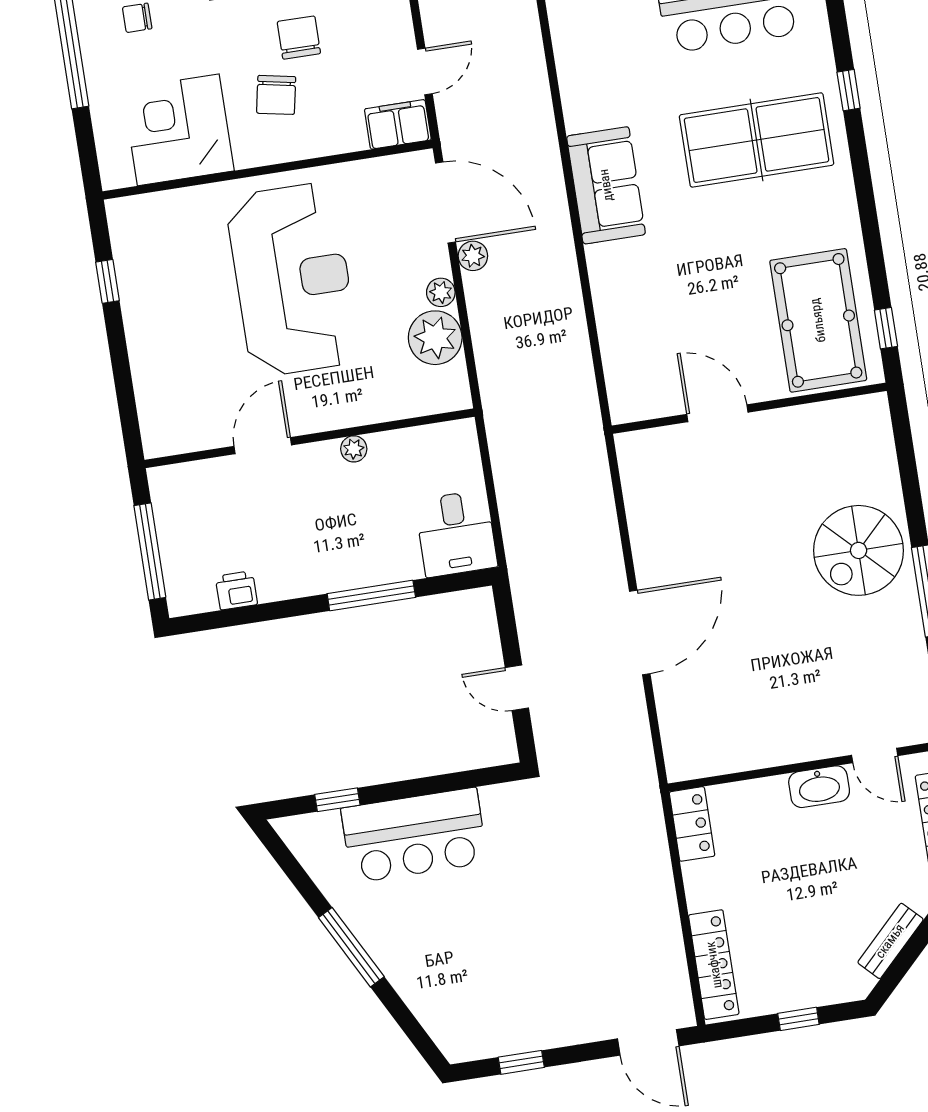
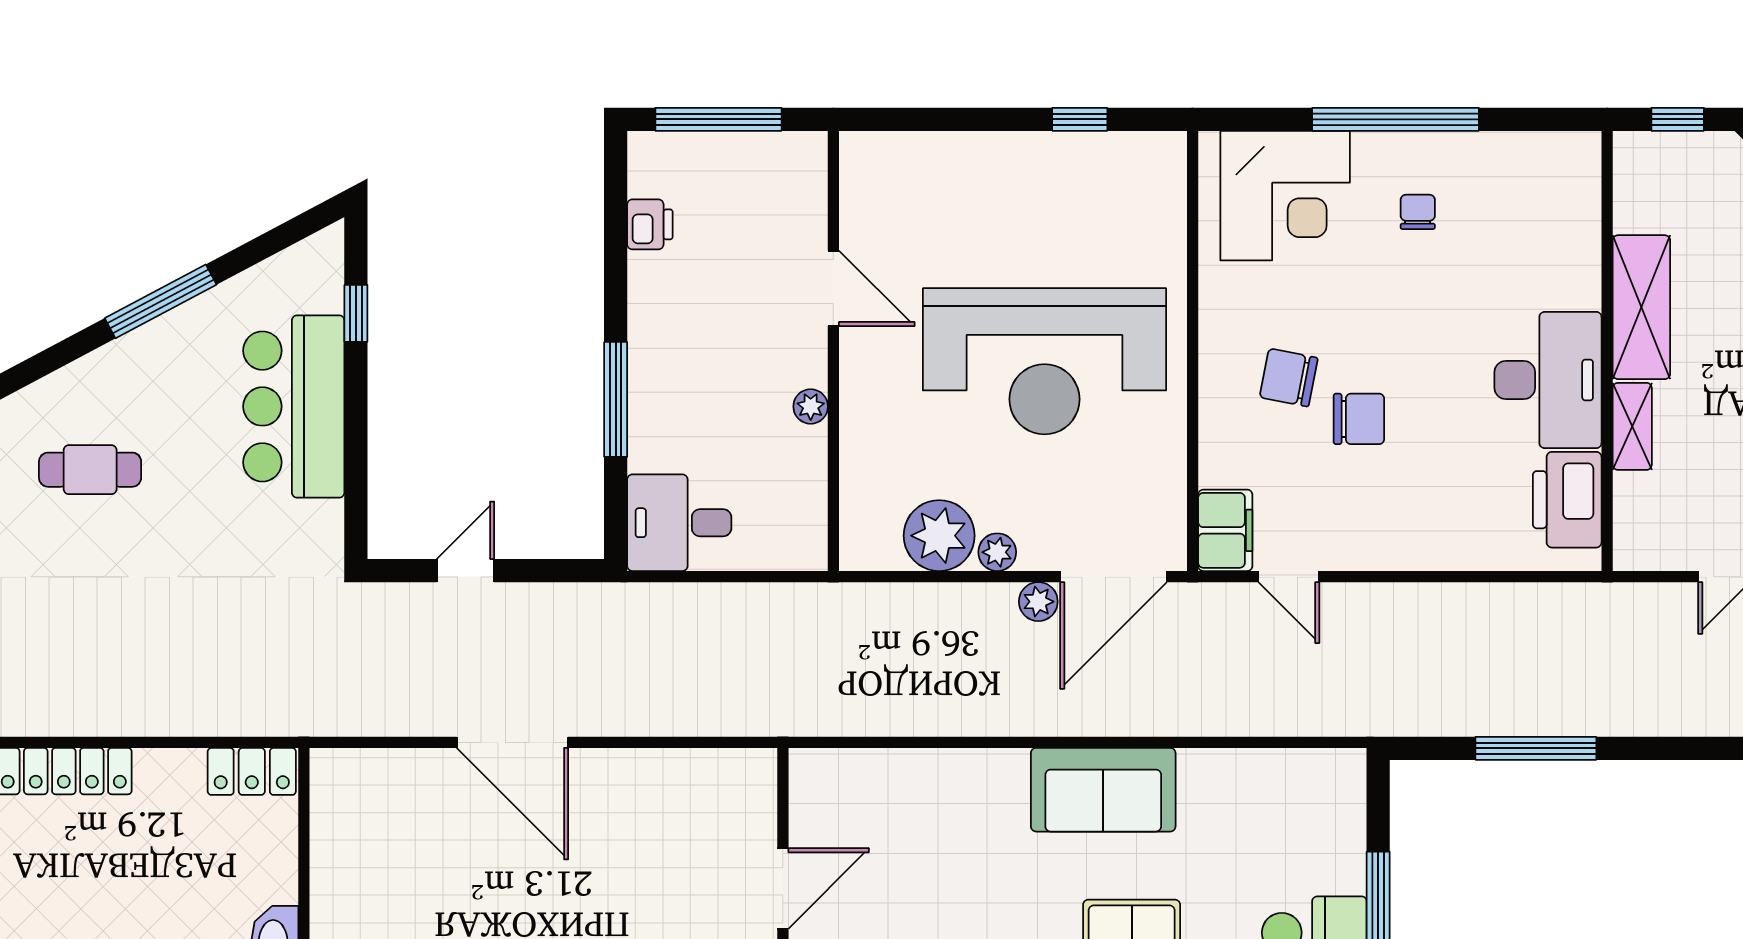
corner desk: (178, 130) -> (1285, 196), moved, turned 90
cafe table: (485, 980) -> (90, 470), added

